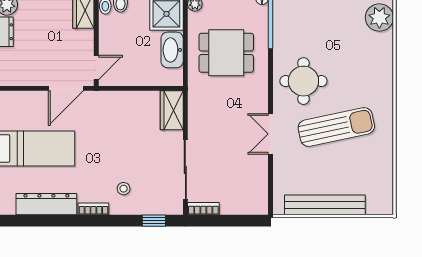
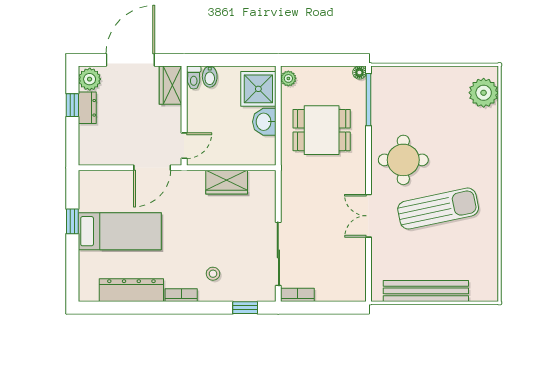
washbasin: (172, 50) -> (264, 122), width x0.72
wardrobe: (172, 110) -> (227, 182), moved, turned -90

